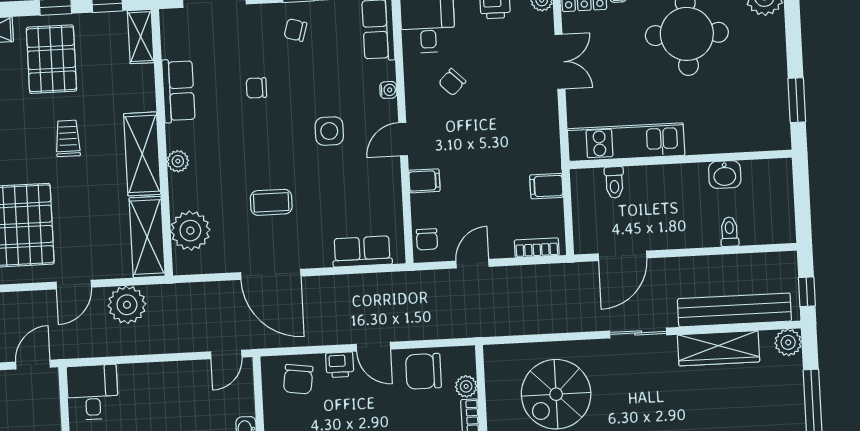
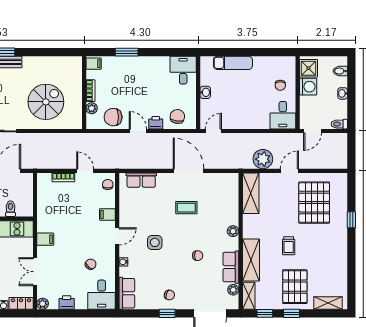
chair: (256, 88) -> (198, 256), moved
shelving: (142, 154) -> (251, 260), moved
filing cabinet: (546, 186) -> (45, 239), moved
plant: (190, 231) -> (233, 290), moved, width x0.53, depth x0.53
bookcase: (537, 248) -> (63, 177), moved
door: (472, 264) -> (85, 171), swing flipped
chair: (423, 371) -> (113, 117), turned 180

